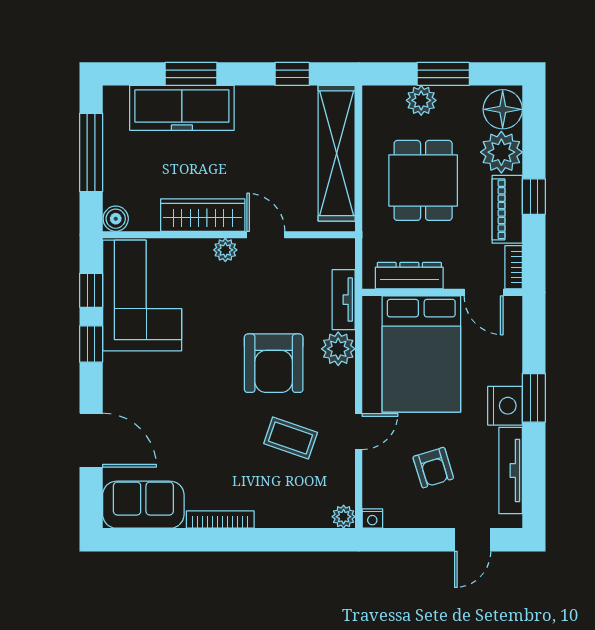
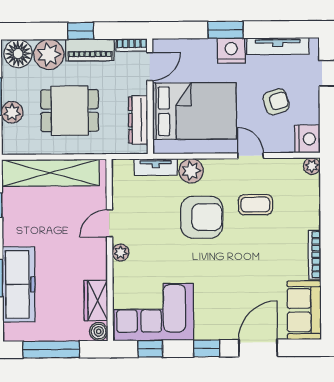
wardrobe: (203, 215) -> (96, 301), moved, width x0.67
window: (91, 344) -> (207, 348), moved
coffee table: (291, 438) -> (255, 205), turned 71
nightstand: (372, 519) -> (307, 139), width x1.89, depth x1.79

